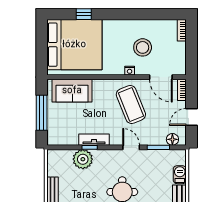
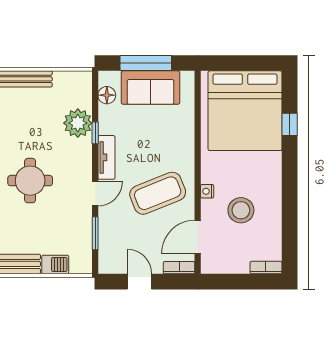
sofa: (72, 91) -> (150, 88), moved, turned -90
floor lamp: (172, 139) -> (107, 95), moved
tv unit: (94, 140) -> (106, 157), moved

